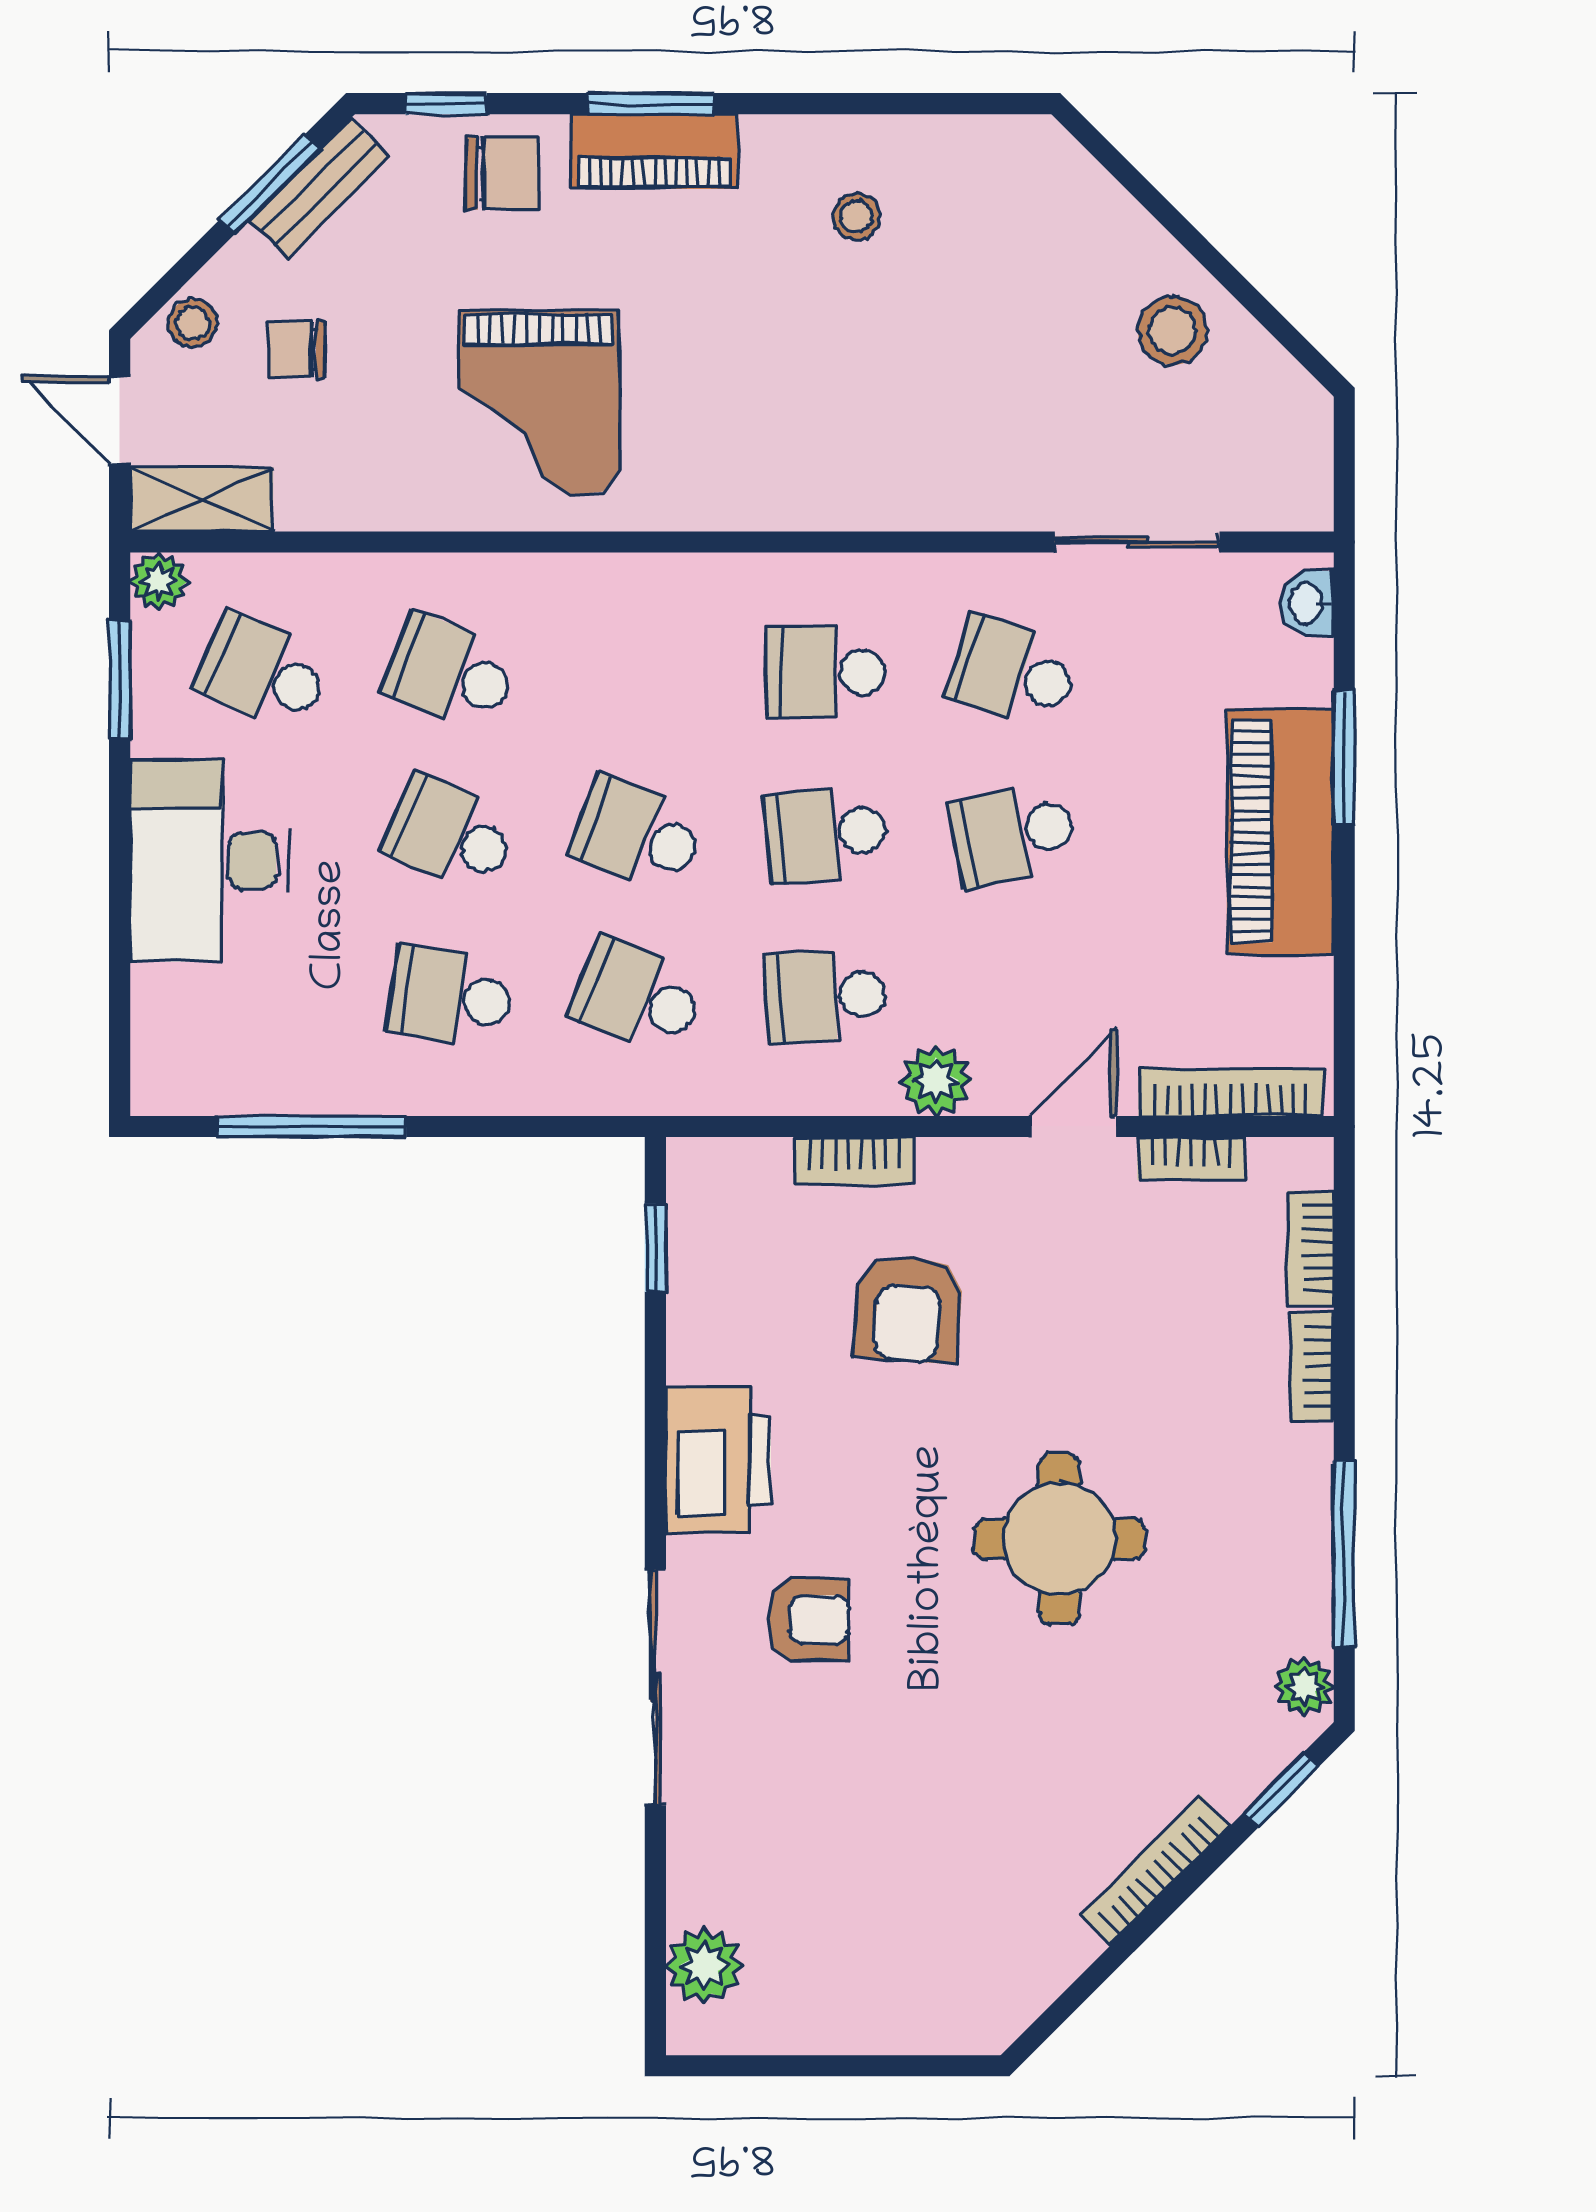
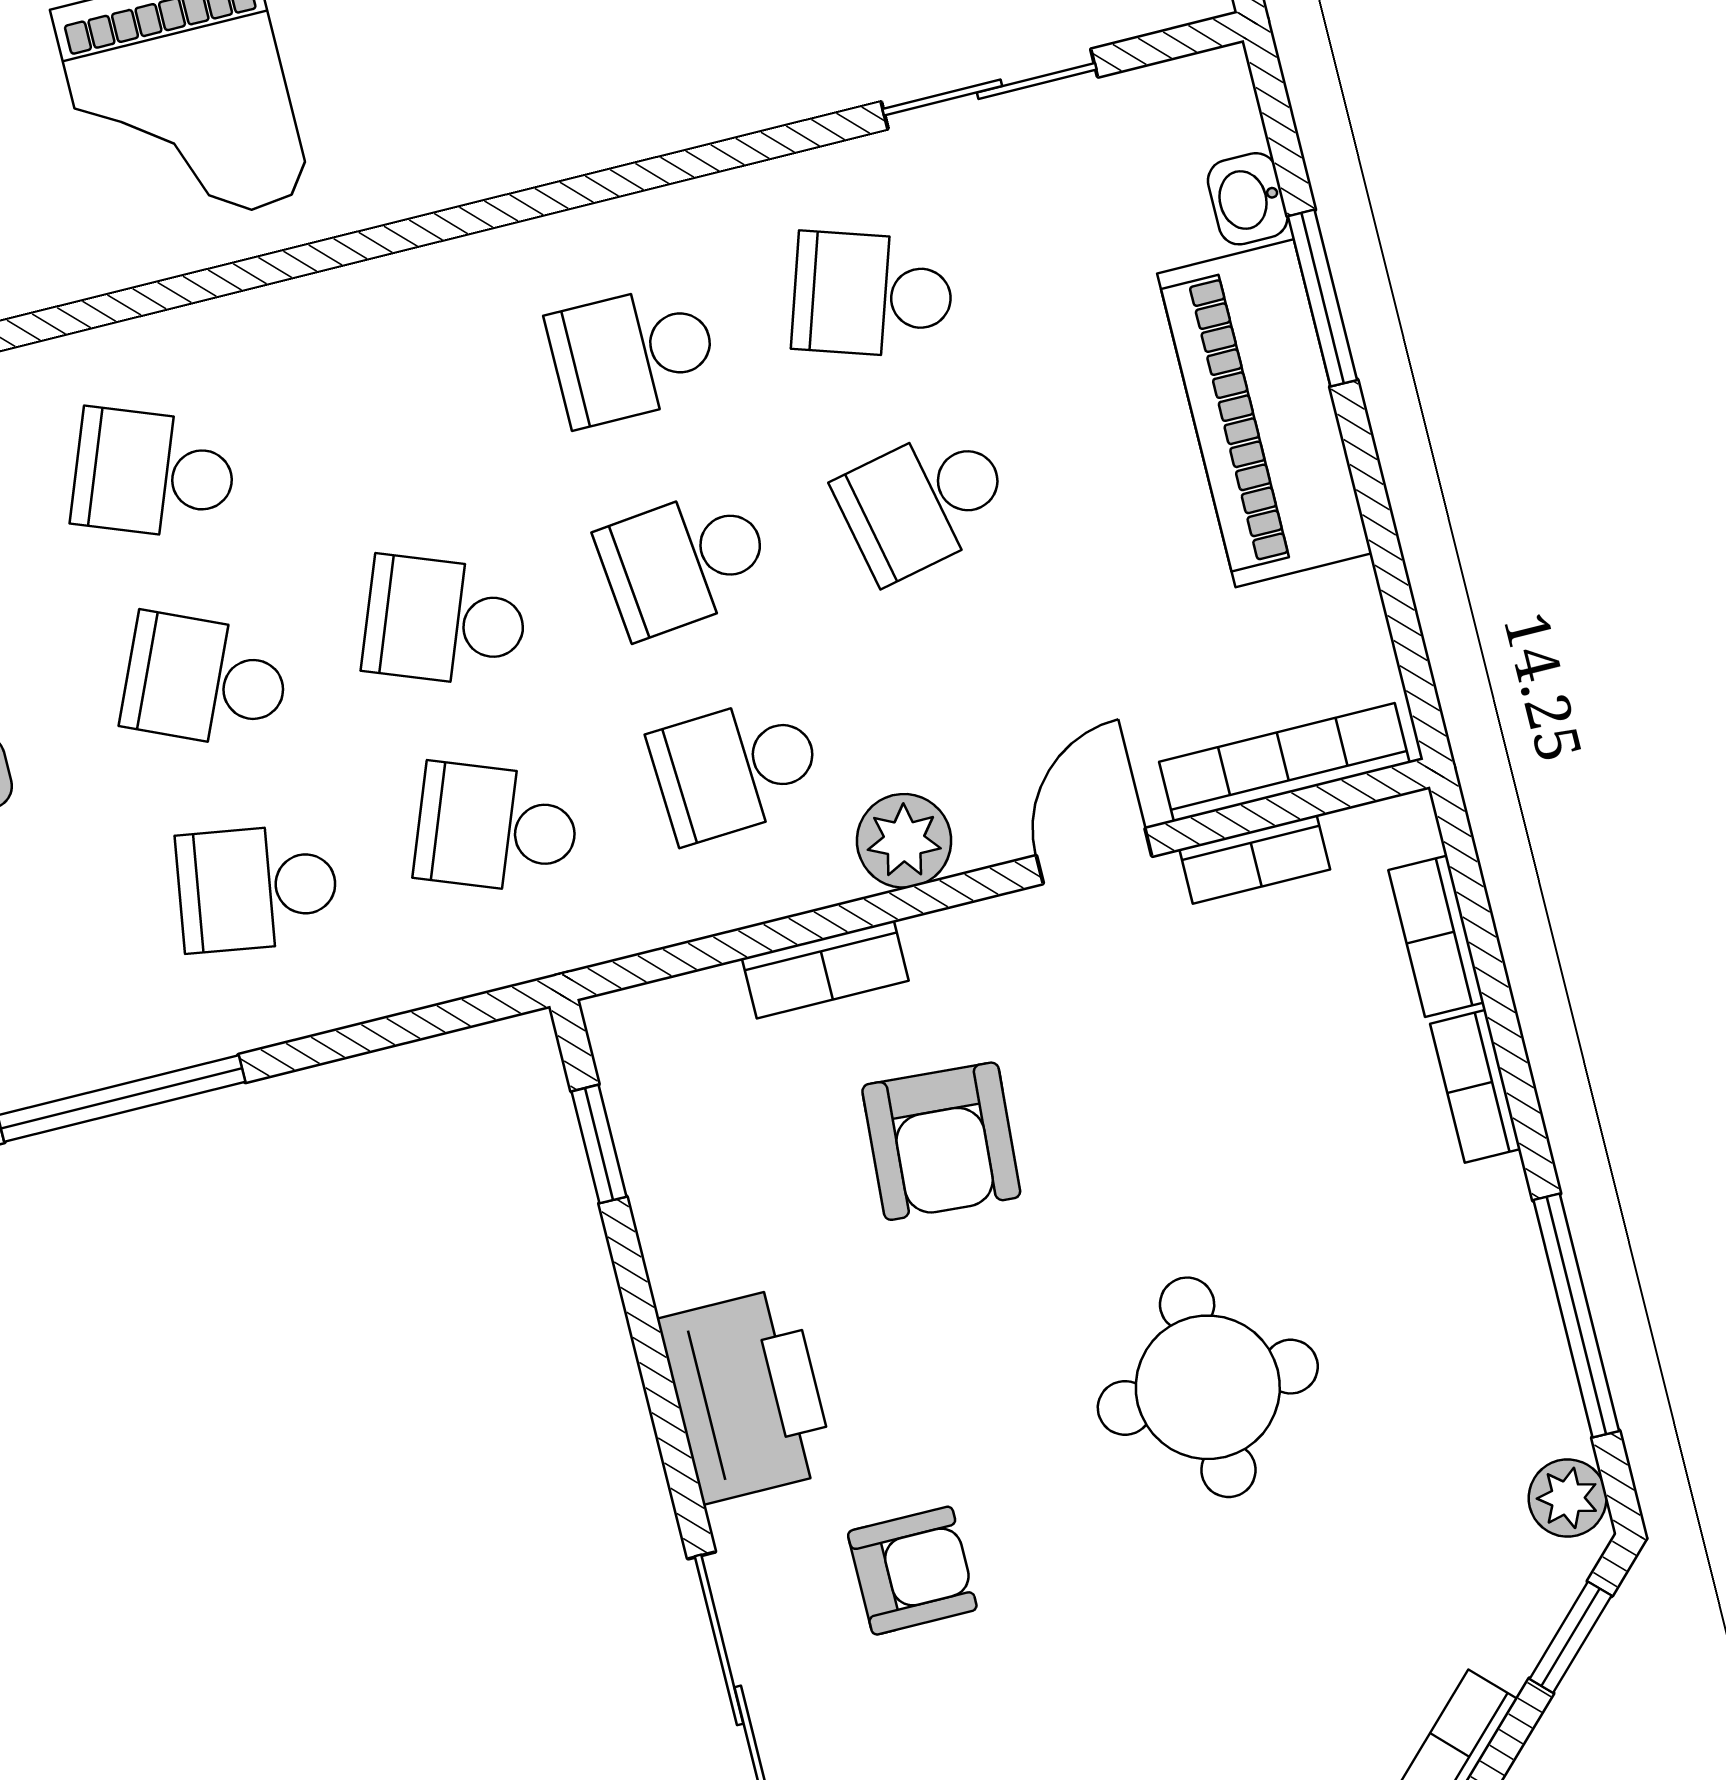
washbasin: (1307, 604) -> (1248, 199), moved

